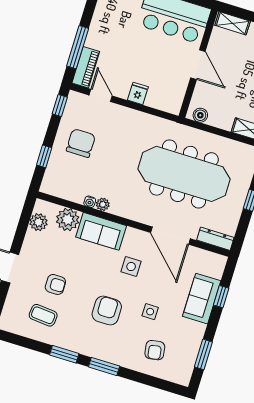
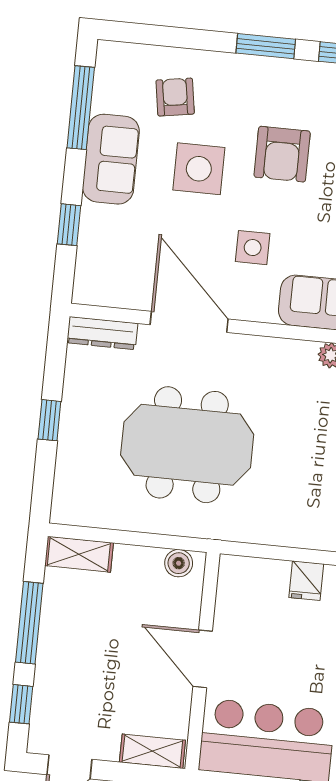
meeting table: (184, 174) -> (187, 445), width x0.73
sofa: (202, 299) -> (111, 159), moved
side table: (150, 312) -> (199, 169), width x1.87, depth x1.87
window: (203, 354) -> (81, 108), width x1.44

